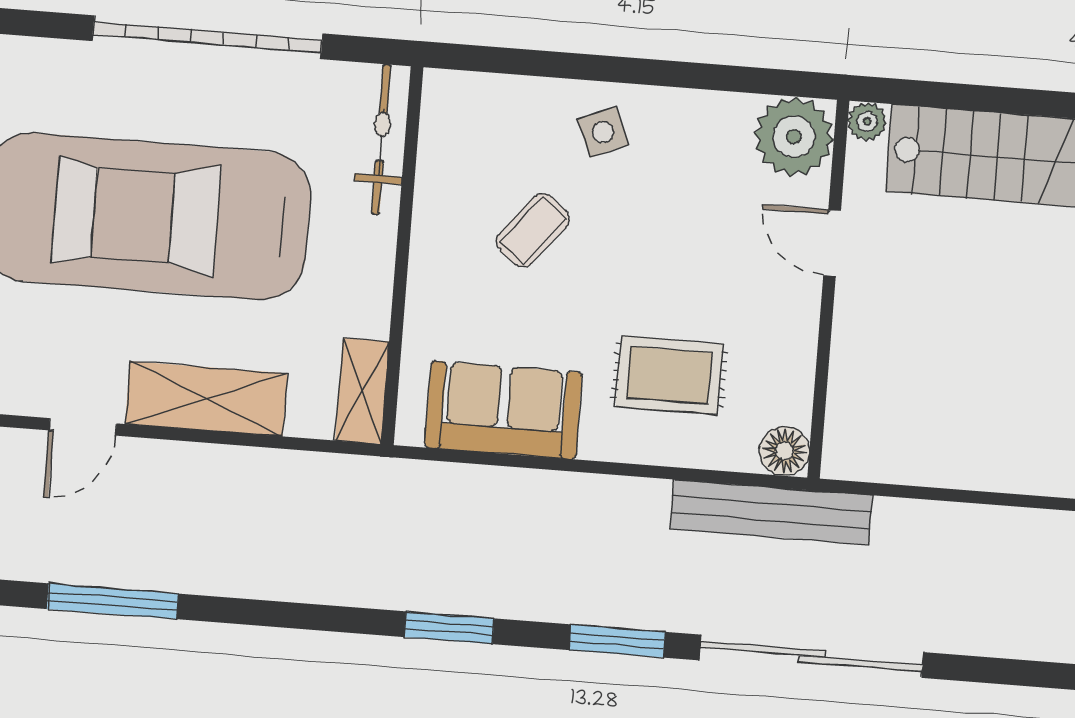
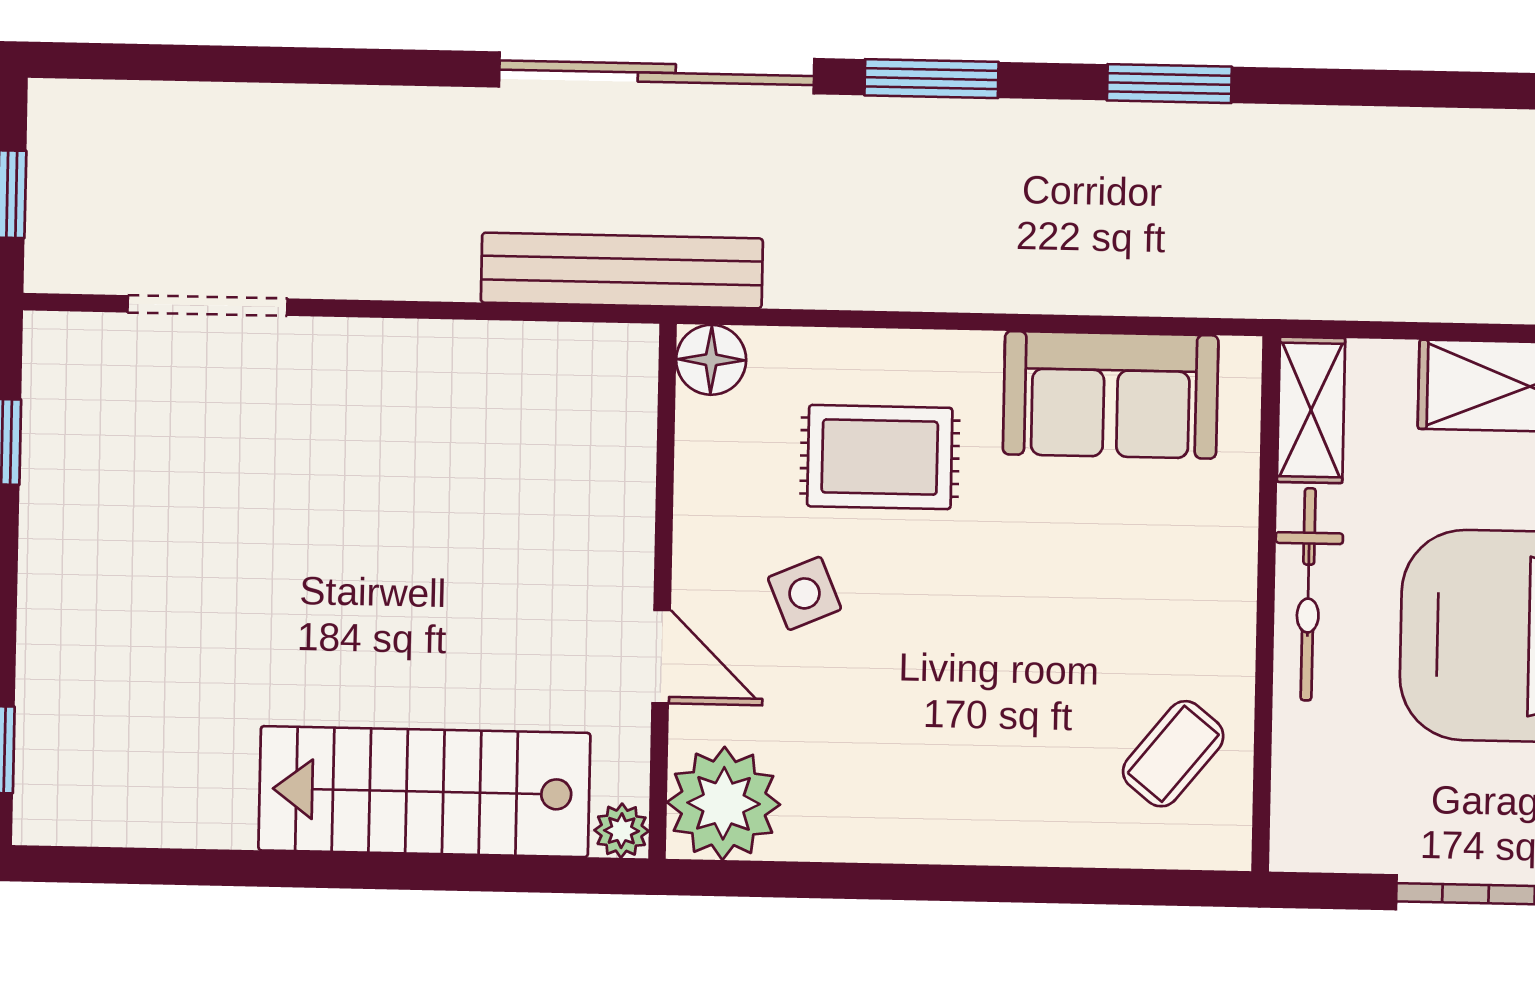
side table: (603, 132) -> (804, 593), moved
bicycle: (381, 139) -> (1308, 594), moved
coffee table: (533, 230) -> (1173, 754), moved
bench: (771, 512) -> (622, 271), moved

